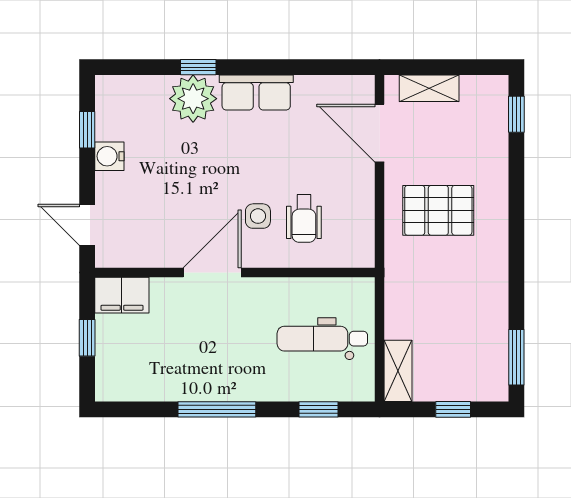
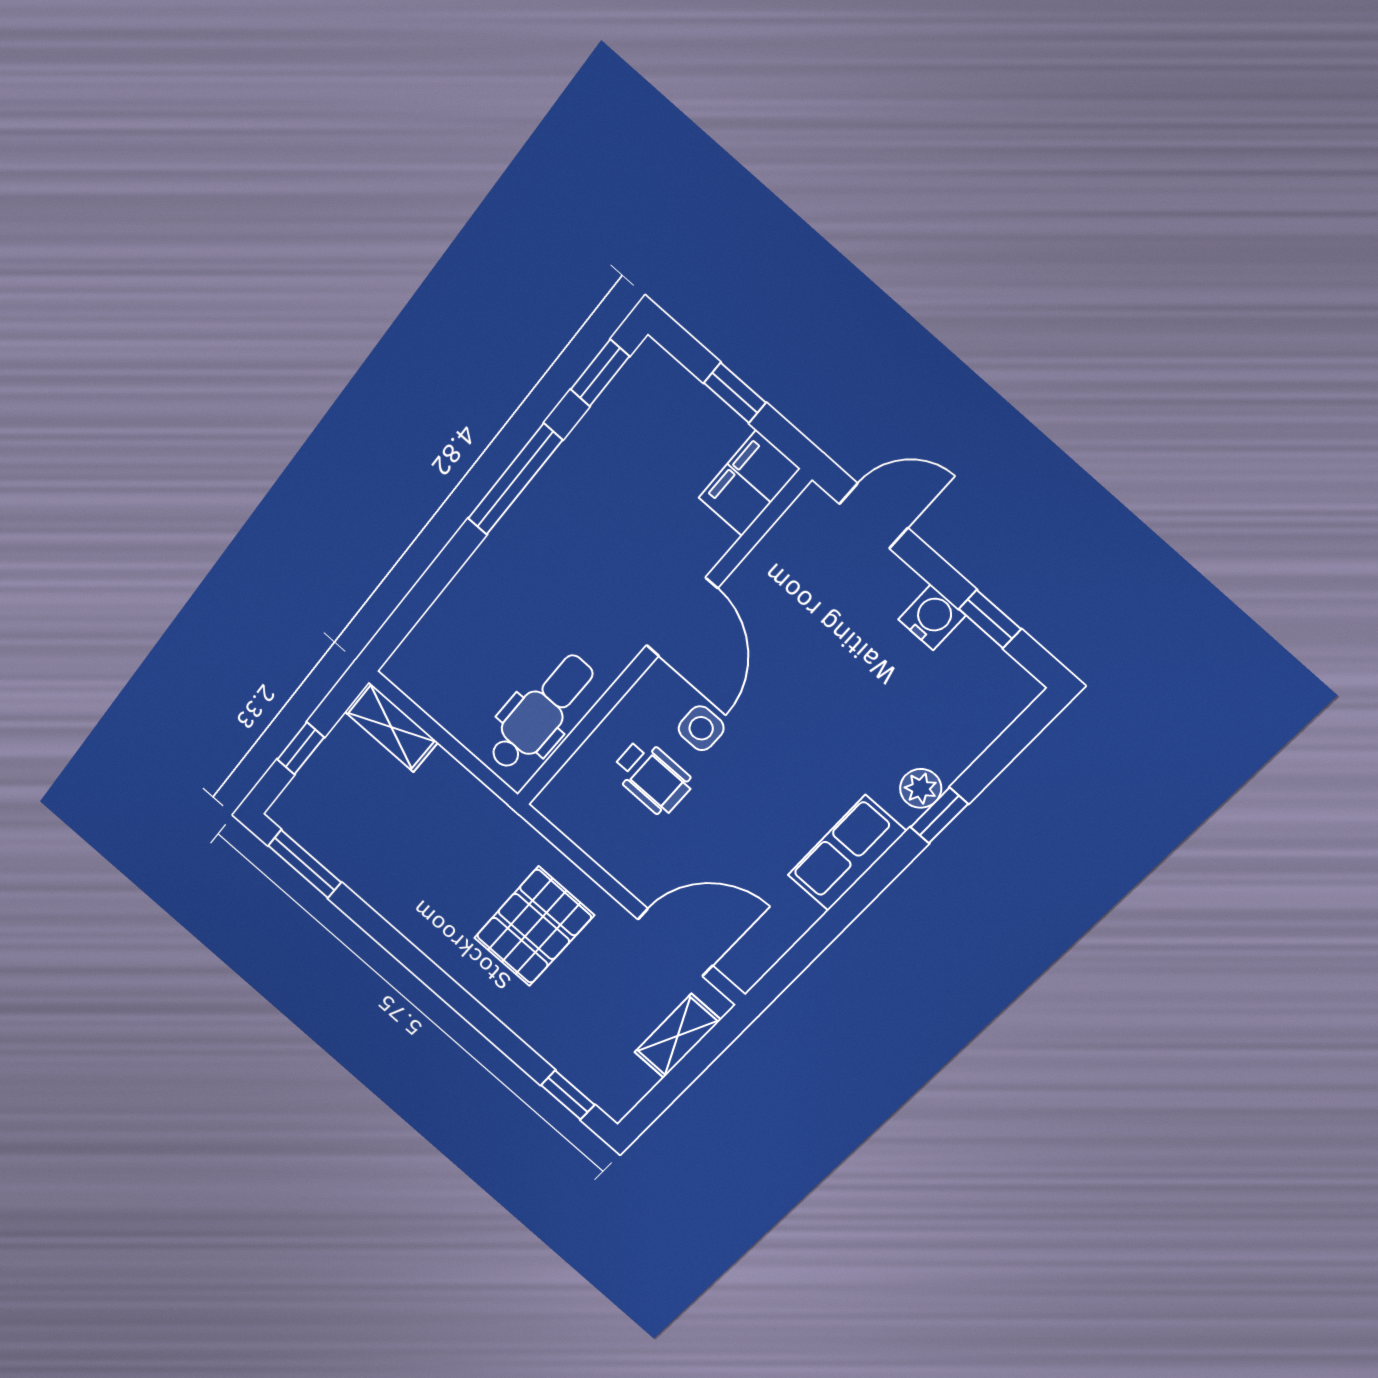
plant: (193, 99) -> (921, 788), width x0.53, depth x0.53
wheelchair: (304, 219) -> (652, 777), turned 180
dental chair: (322, 339) -> (541, 713), moved
window: (319, 409) -> (600, 373), moved

